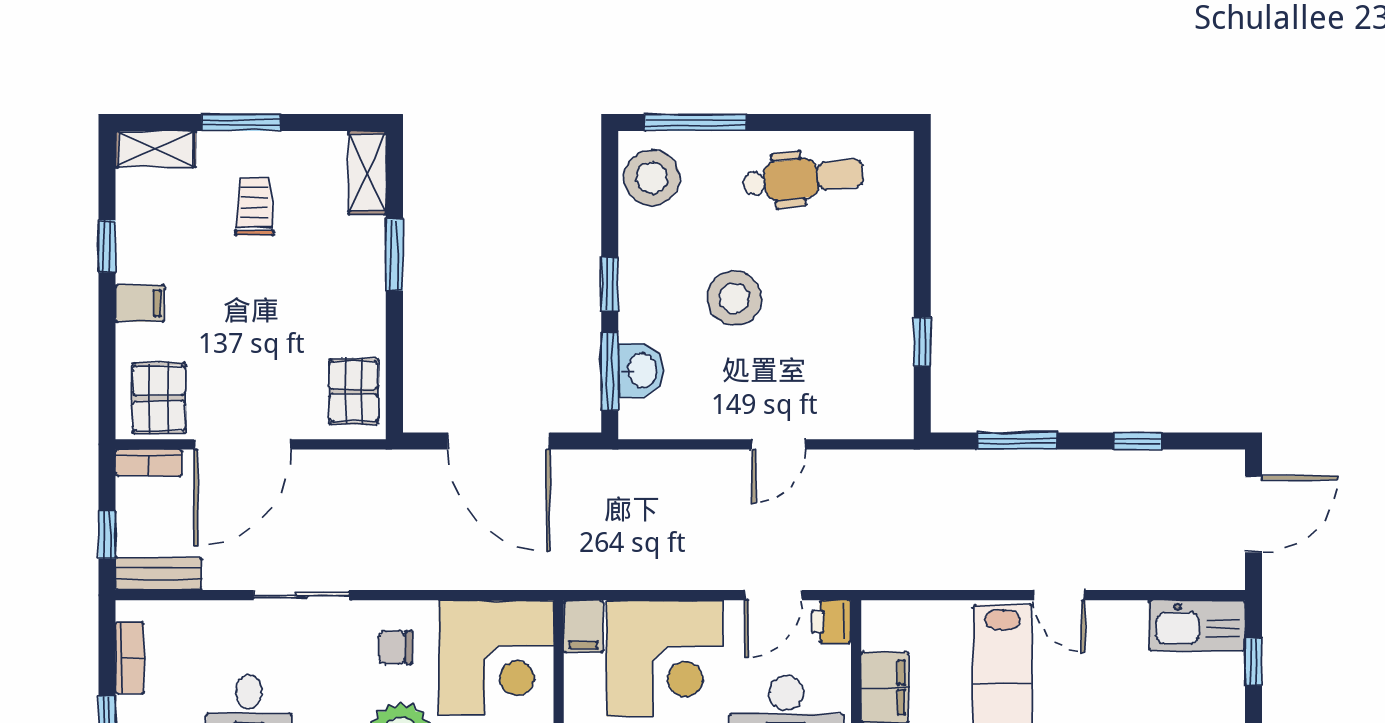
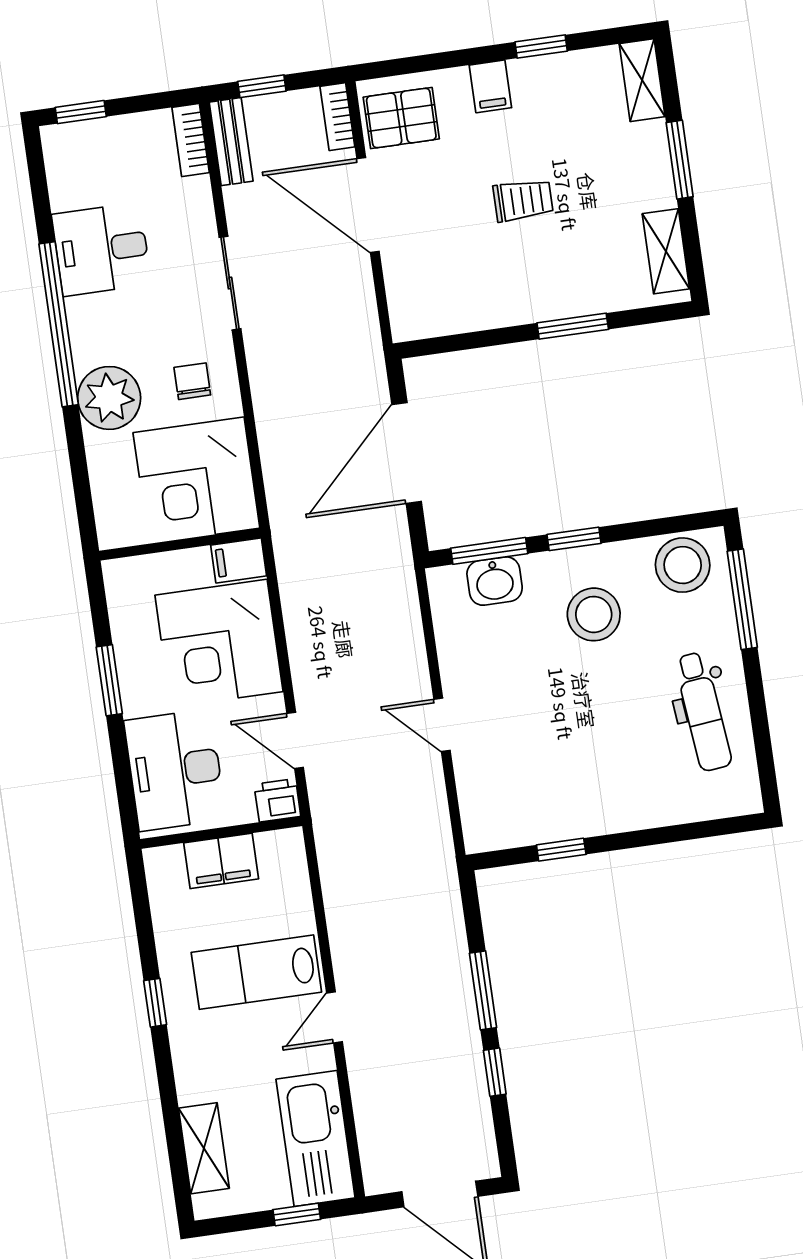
shelving: (367, 172) -> (666, 251), moved, turned 90
trolley: (254, 206) -> (523, 200), moved
stool: (734, 298) -> (594, 614), moved
pallet: (354, 391) -> (435, 306), removed
window: (1017, 441) -> (483, 990), moved
kitchen sink: (1197, 626) -> (316, 1139), width x1.36, depth x1.24
bookcase: (130, 658) -> (191, 140), moved, turned 90

